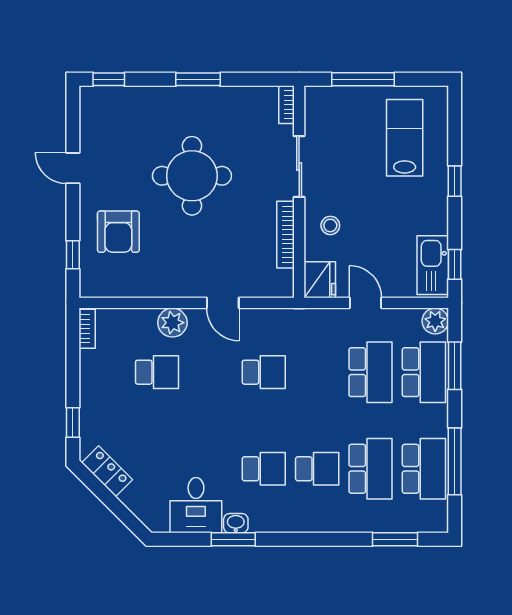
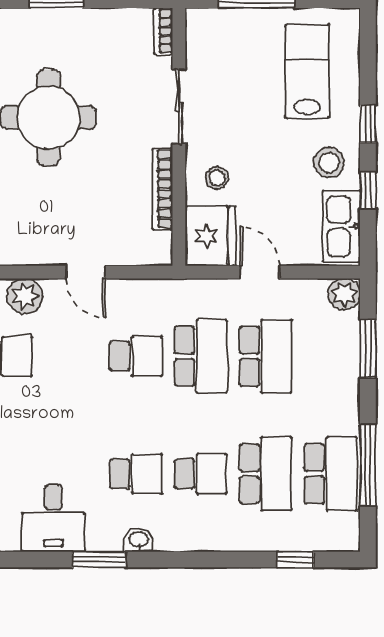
stool: (423, 213) -> (329, 162), added
window: (455, 264) -> (368, 190), moved
fridge: (320, 280) -> (210, 236), width x1.36, depth x1.34
school desk: (424, 372) -> (201, 356), moved
washbasin: (236, 523) -> (139, 540), moved
window: (395, 539) -> (296, 560), width x0.67

